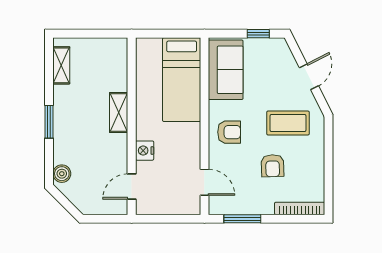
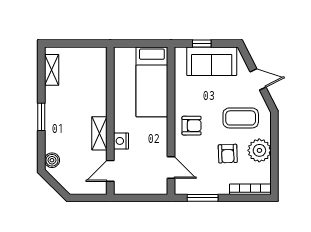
window: (258, 34) -> (202, 43), moved
sofa: (226, 70) -> (212, 61), moved, turned 90
door: (309, 77) -> (258, 79), hinge flipped
shelving: (119, 112) -> (99, 133), moved
plant: (311, 162) -> (259, 150), added

